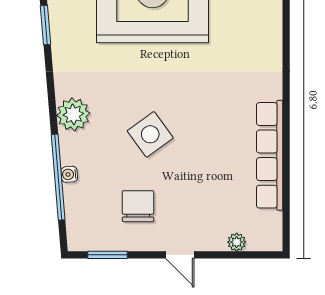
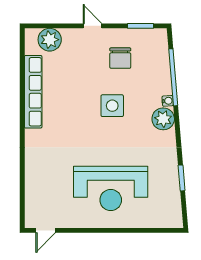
side table: (150, 134) -> (112, 106), turned 36
water cooler: (69, 174) -> (168, 101), moved
plant: (237, 242) -> (50, 40), width x1.87, depth x1.87

